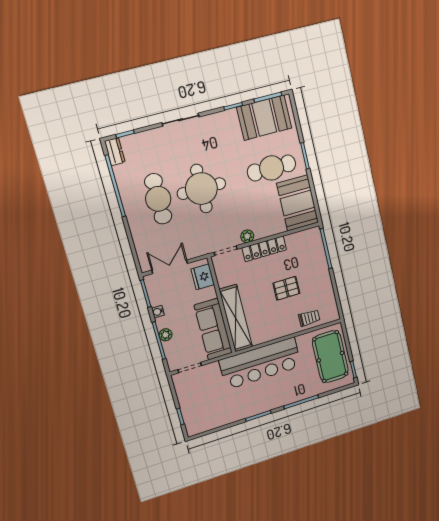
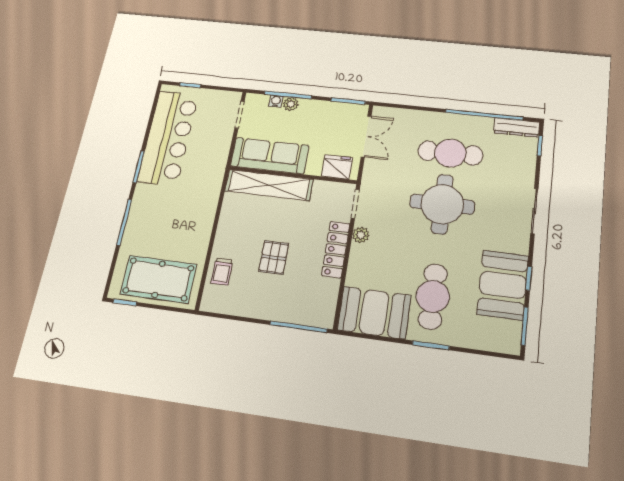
booth: (264, 118) -> (503, 285), moved
dresser: (115, 152) -> (517, 127), width x1.44
water cooler: (158, 312) -> (276, 101), moved
bar counter: (261, 363) -> (168, 138), moved, turned 180

